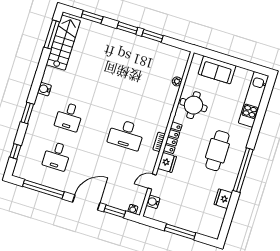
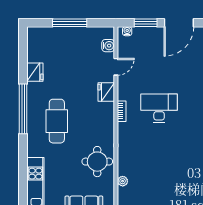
locker: (173, 138) -> (109, 120), removed

